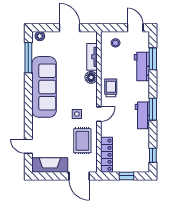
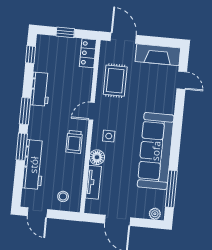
window: (153, 59) -> (22, 147), moved
workbench: (142, 66) -> (34, 165), width x1.38
side table: (77, 114) -> (109, 136), moved
workbench: (142, 115) -> (40, 89), moved
locker: (107, 155) -> (88, 53), width x0.66

